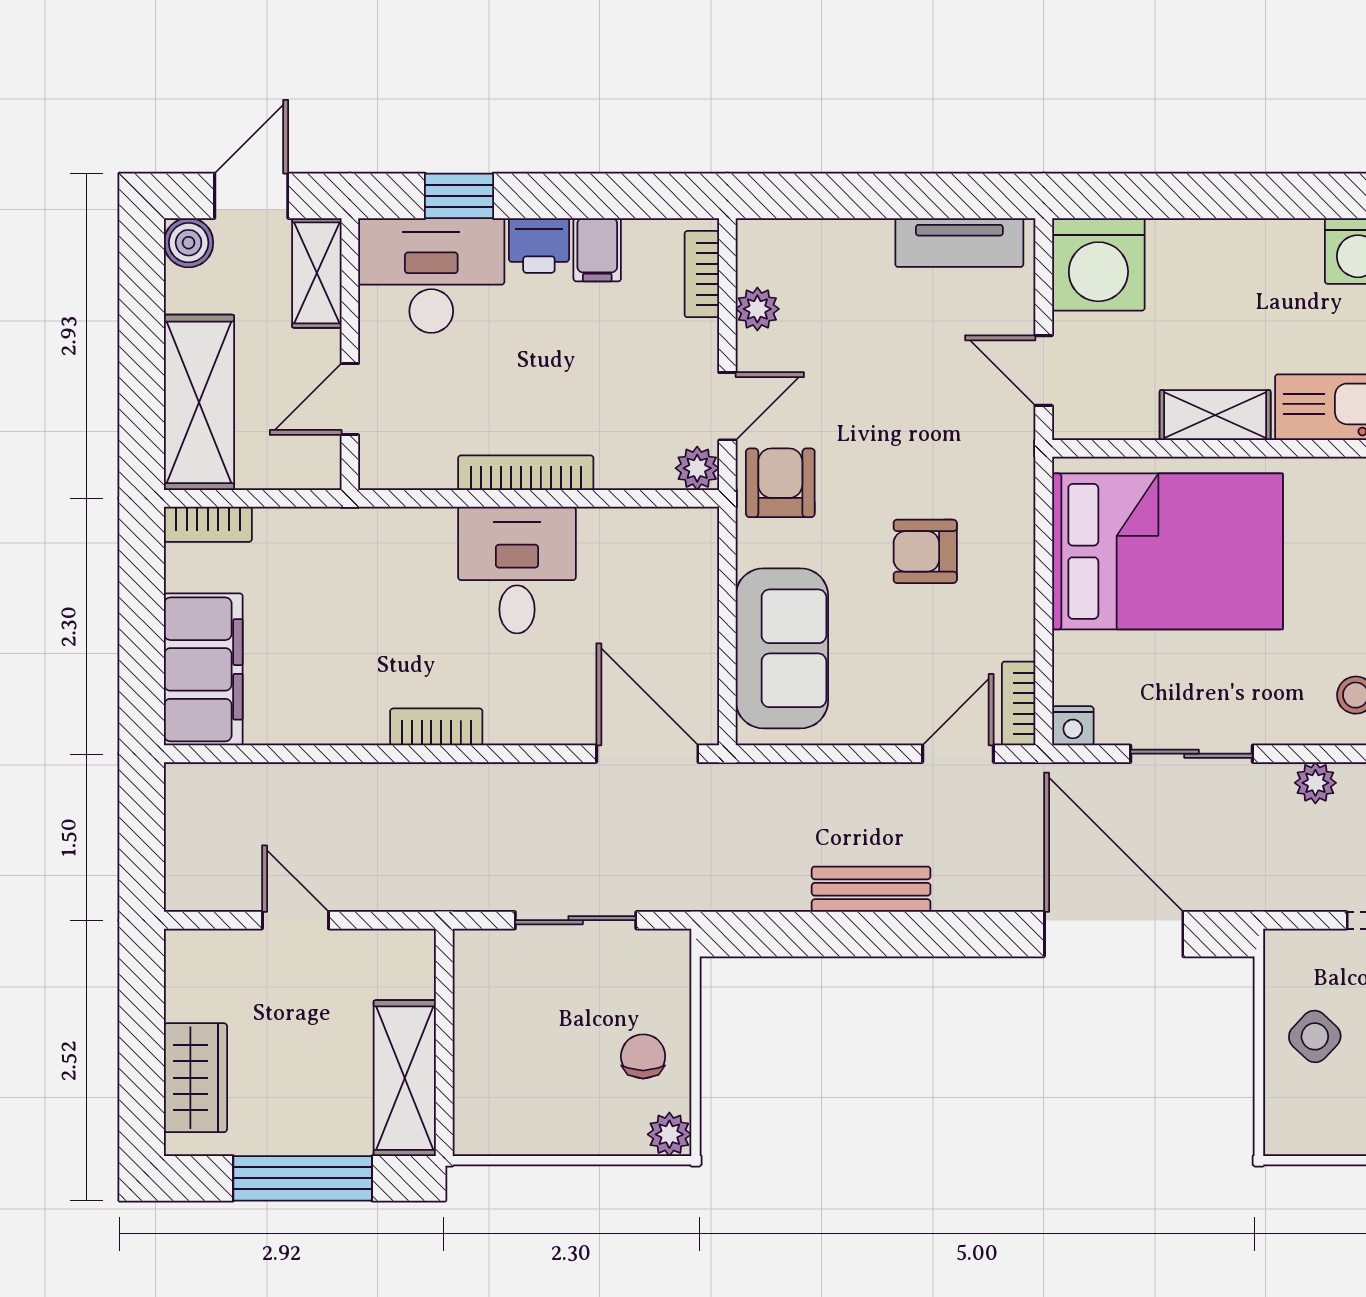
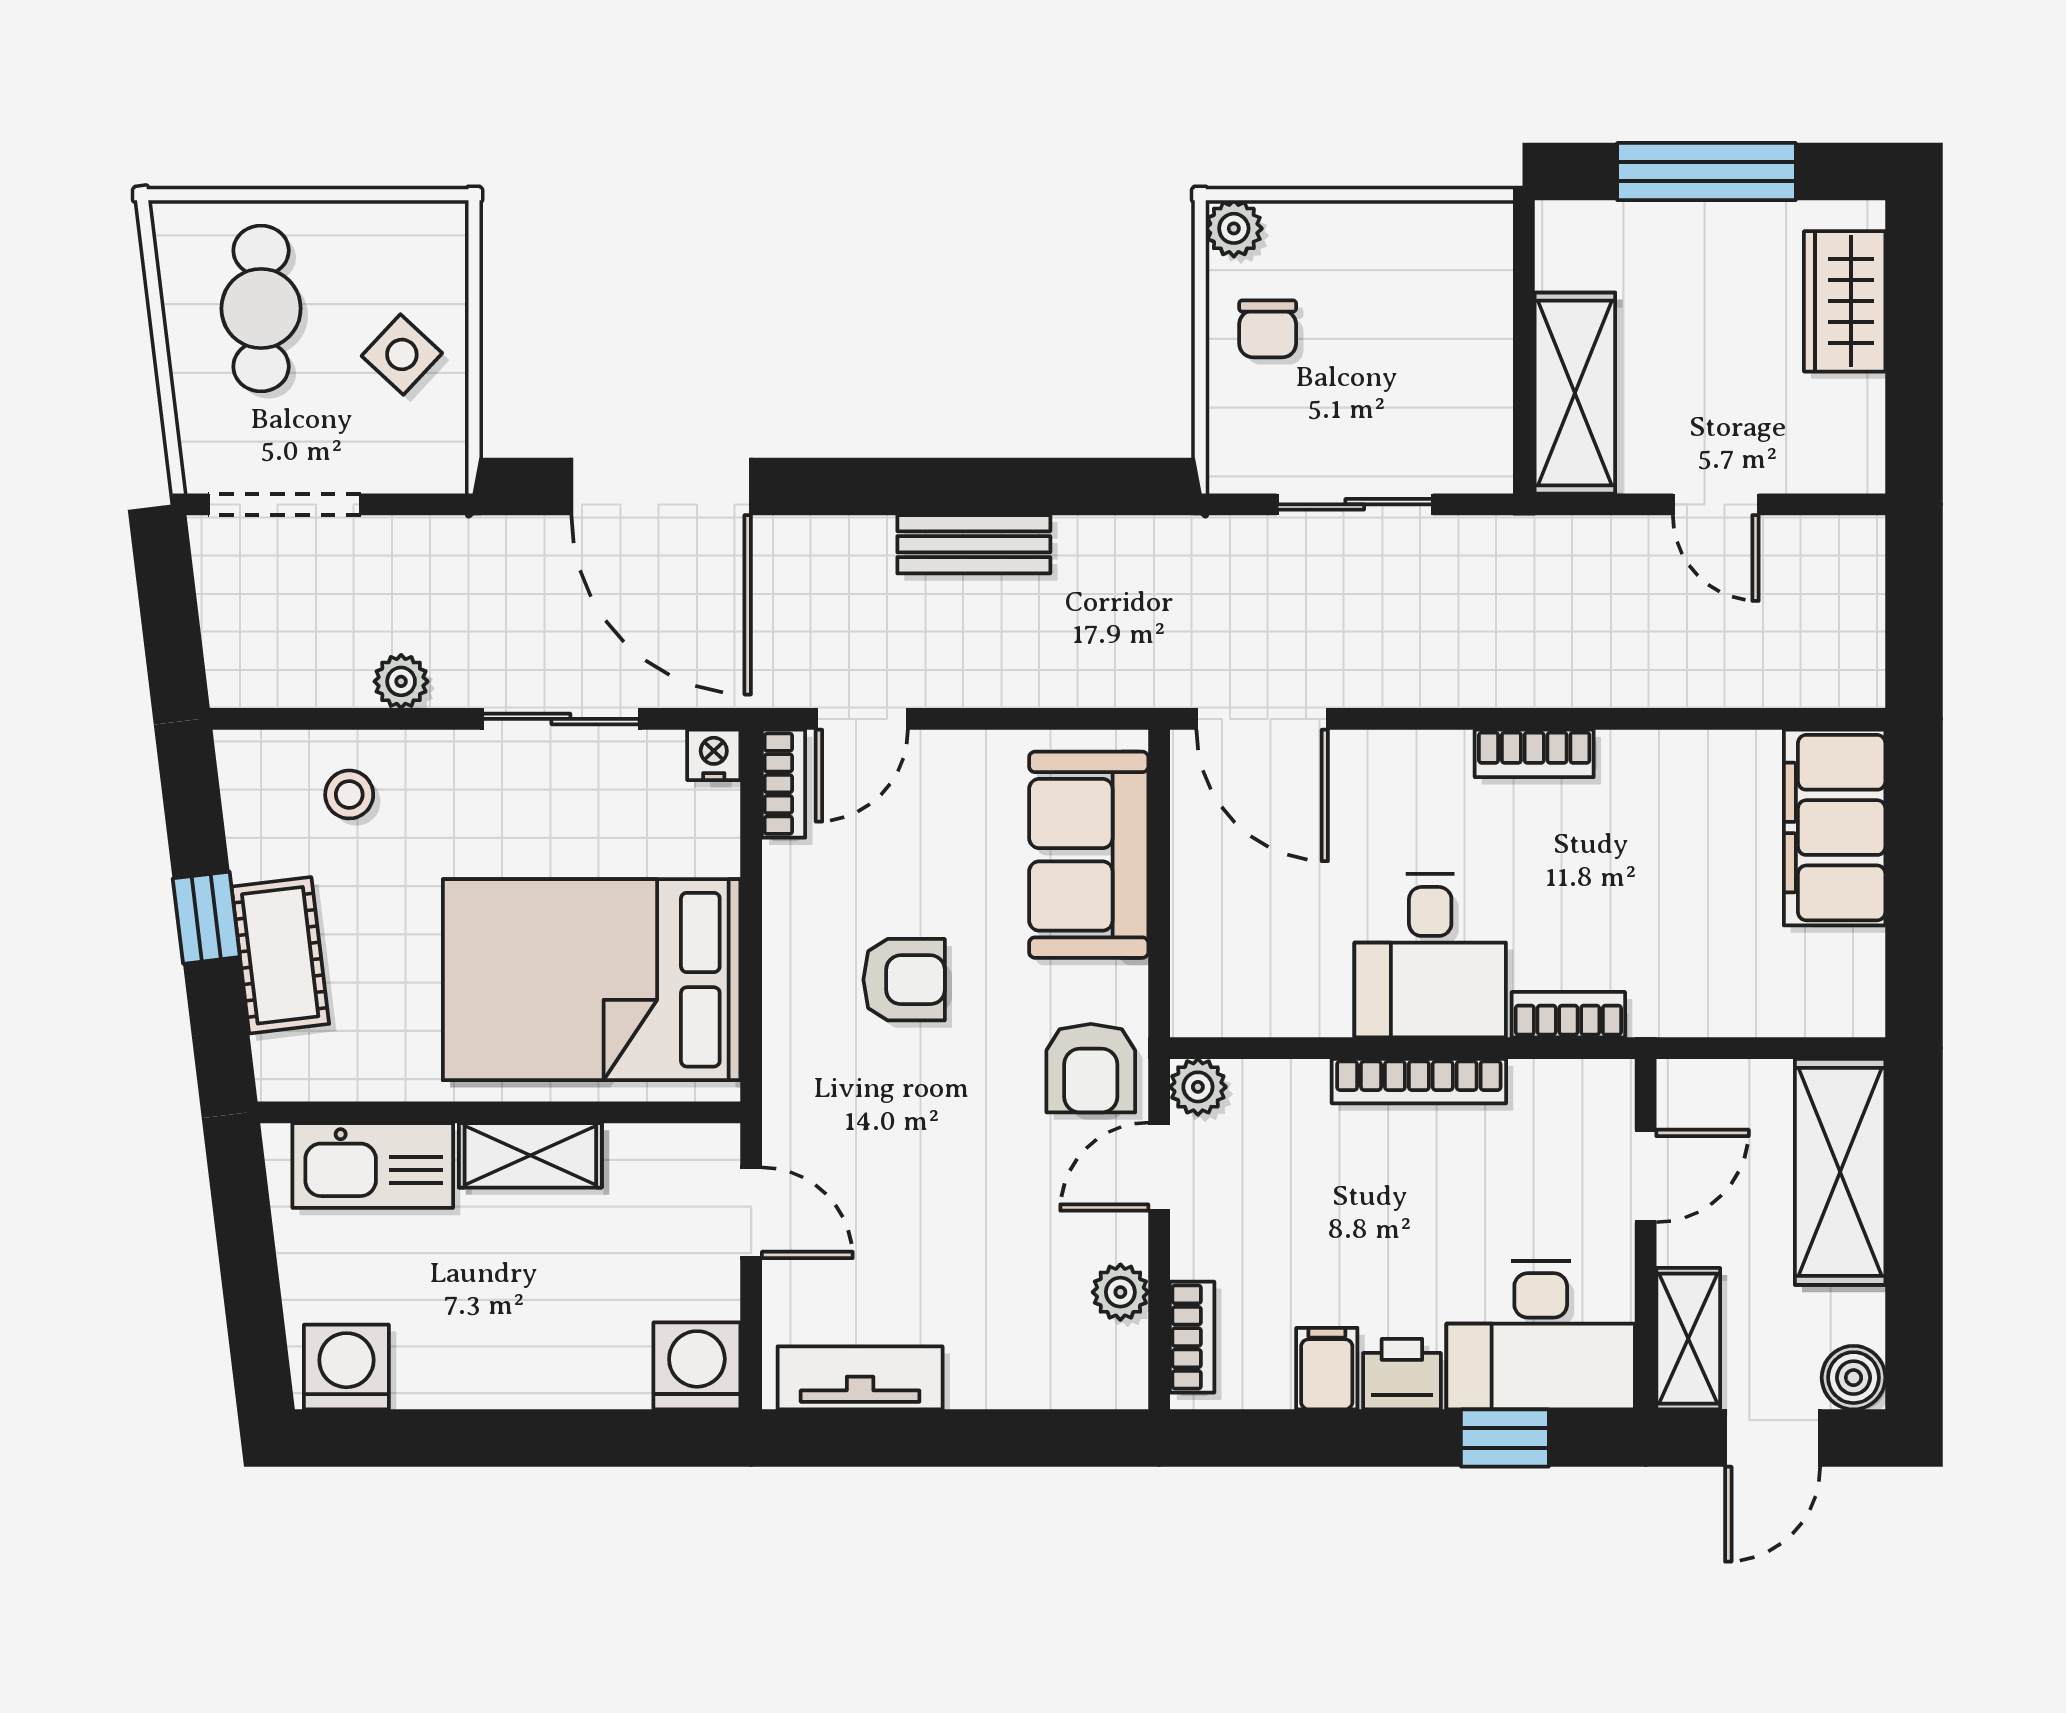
washing machine: (1098, 264) -> (697, 1366), width x0.73, depth x0.73
bookcase: (208, 524) -> (1568, 1015), moved
shelving: (405, 1078) -> (1575, 393), moved

